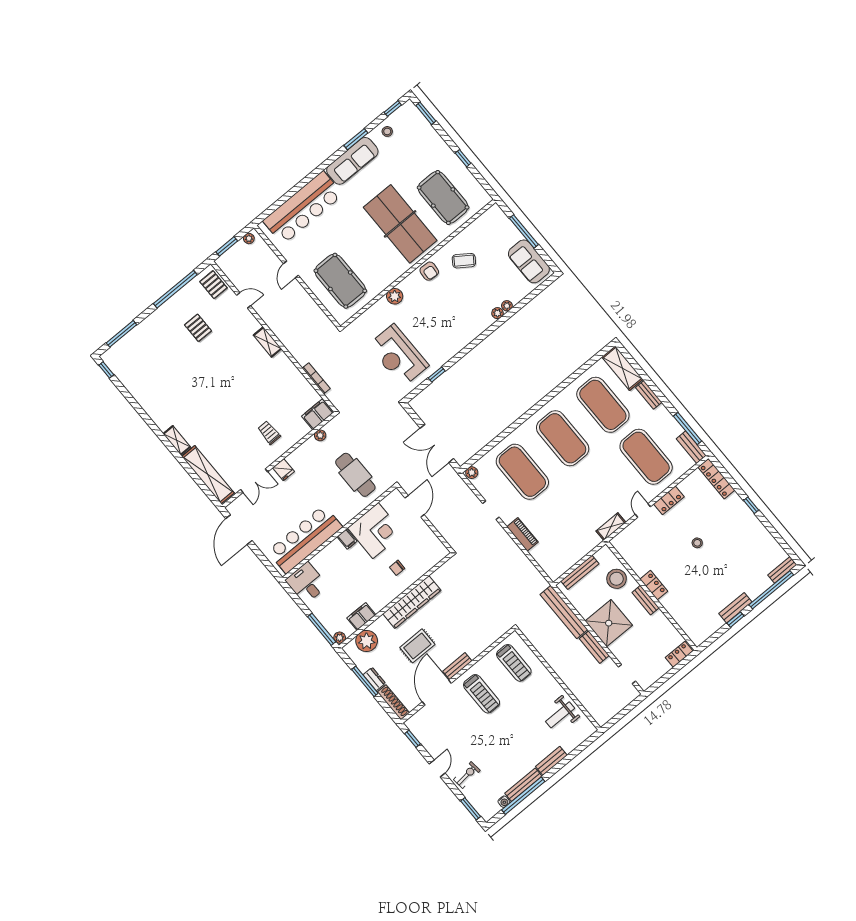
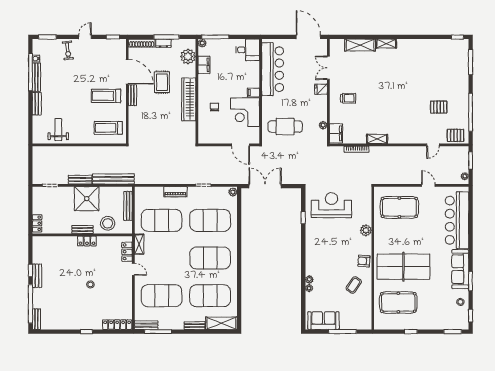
shelving: (267, 342) -> (377, 139), moved
shelving: (208, 475) -> (360, 45), width x0.68
locker: (669, 500) -> (127, 252), moved
exercise mat: (565, 524) -> (162, 220), added
door: (437, 768) -> (85, 37), swing flipped

